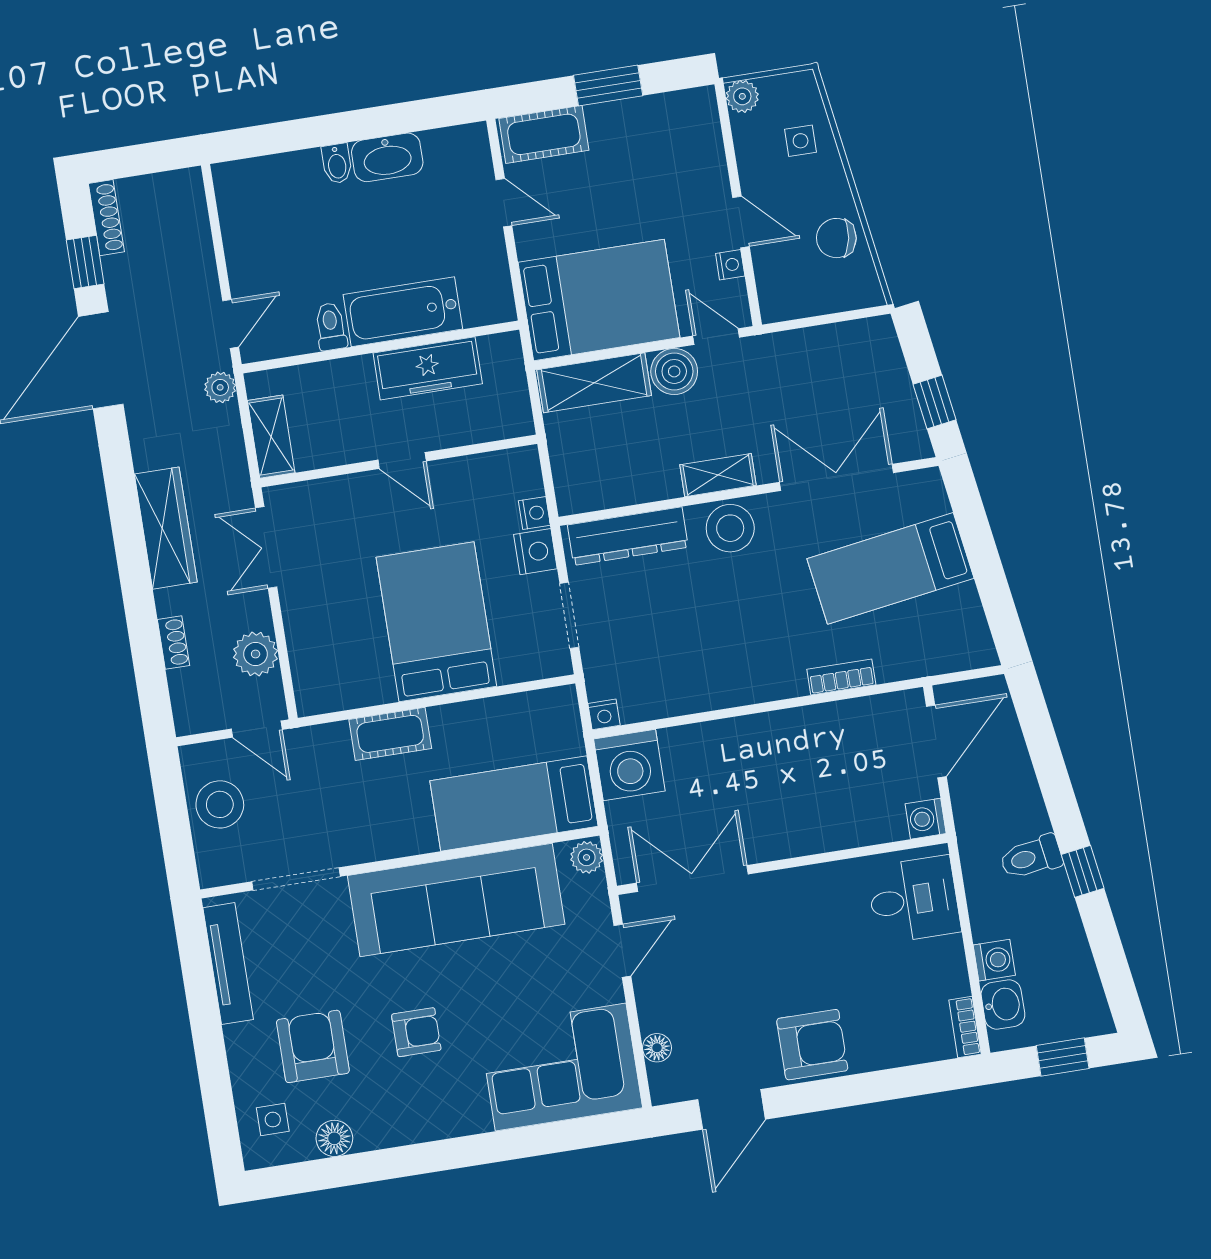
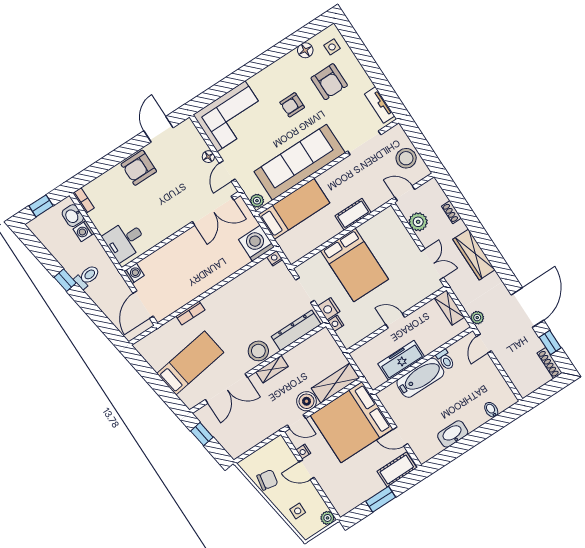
bidet: (337, 164) -> (491, 410), moved
bed: (599, 300) -> (352, 422), width x1.36
tv unit: (228, 964) -> (380, 105), width x0.71
floor lamp: (657, 1048) -> (208, 157), moved

